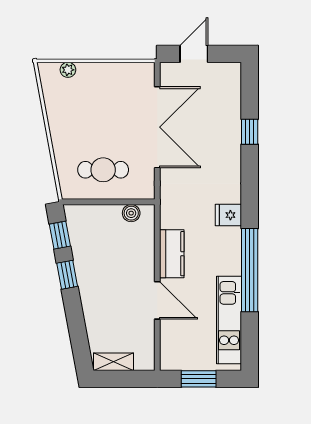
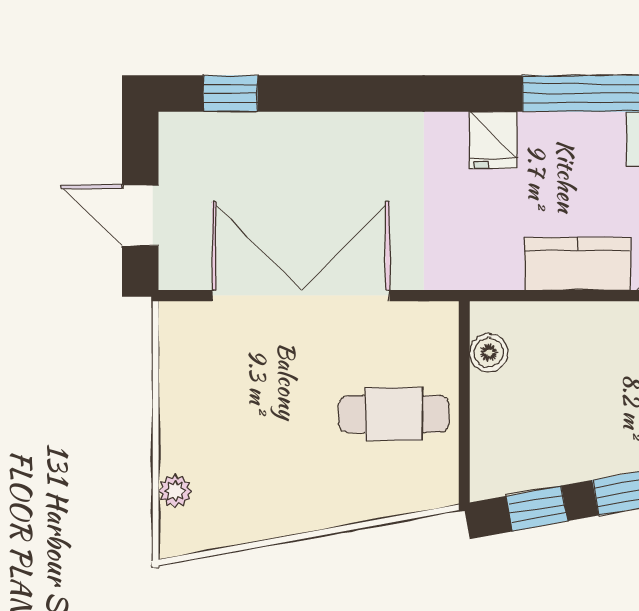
window: (250, 132) -> (231, 93), moved
cafe table: (103, 170) -> (394, 414), turned 90

